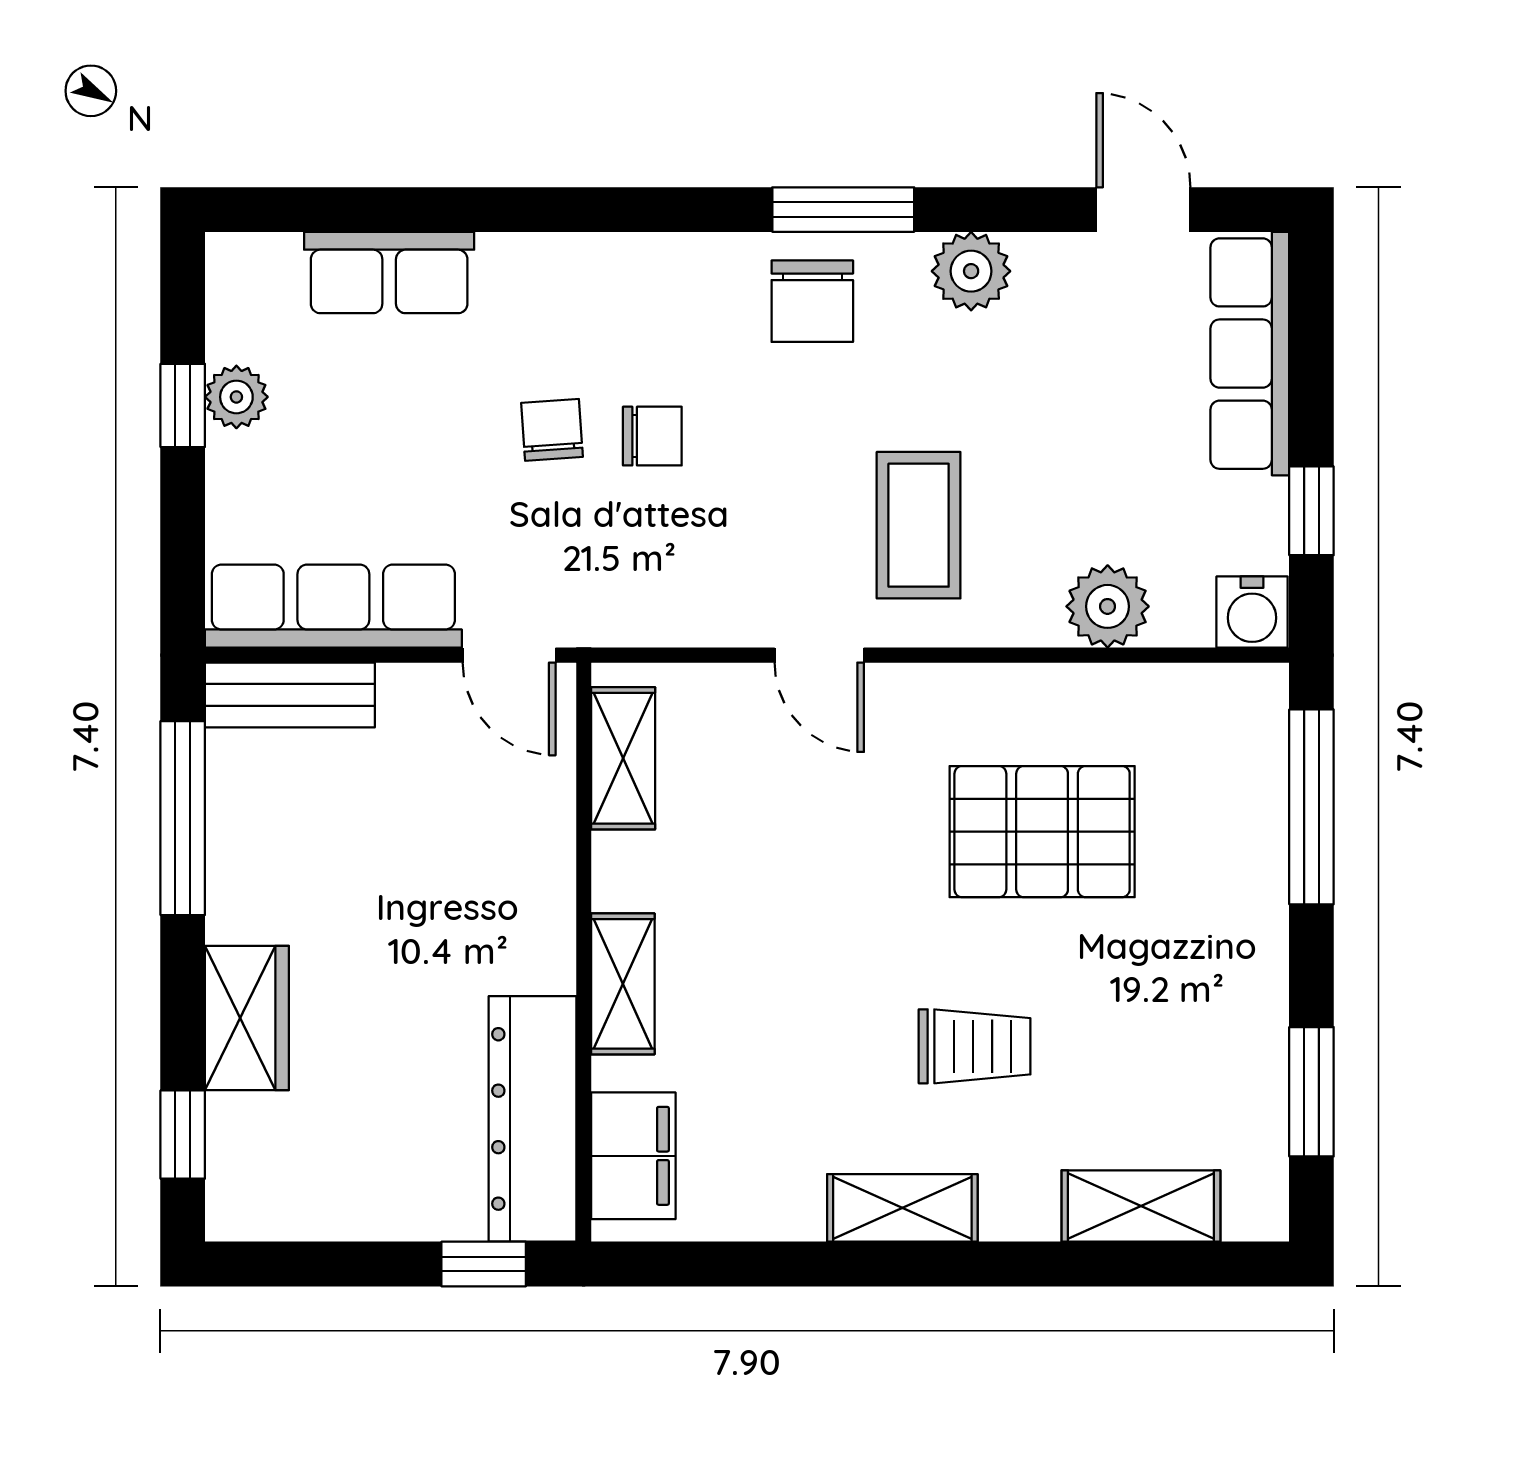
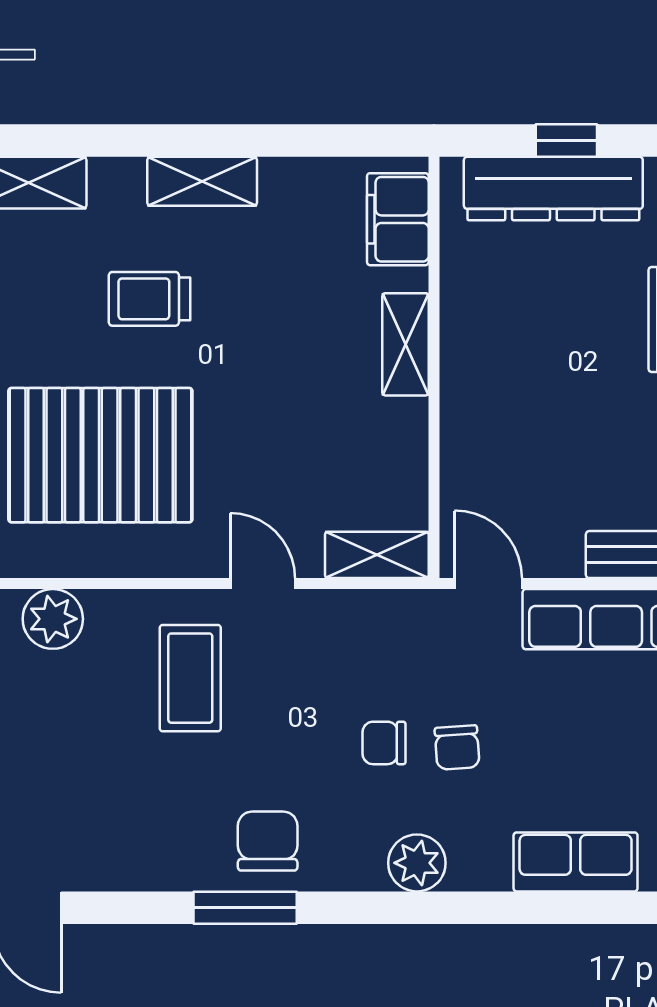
plant: (971, 271) -> (417, 863), moved
shelving: (623, 758) -> (377, 555), moved, turned 90
pallet: (1042, 832) -> (100, 455), width x1.37, depth x1.41
dresser: (532, 1119) -> (553, 189), moved, turned 90
window: (484, 1264) -> (566, 140), moved

